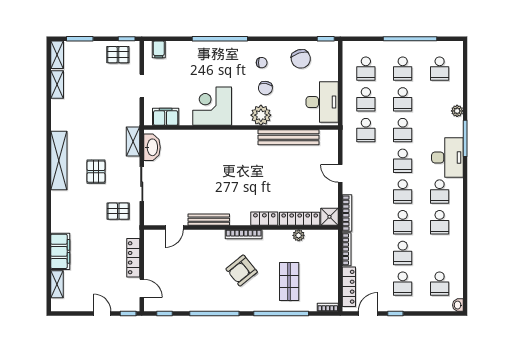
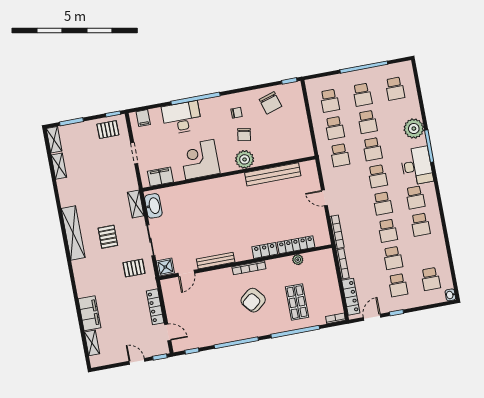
desk: (322, 102) -> (182, 118), moved, turned -90
plant: (457, 111) -> (414, 129), width x1.88, depth x1.88
shower: (329, 217) -> (165, 267), moved

